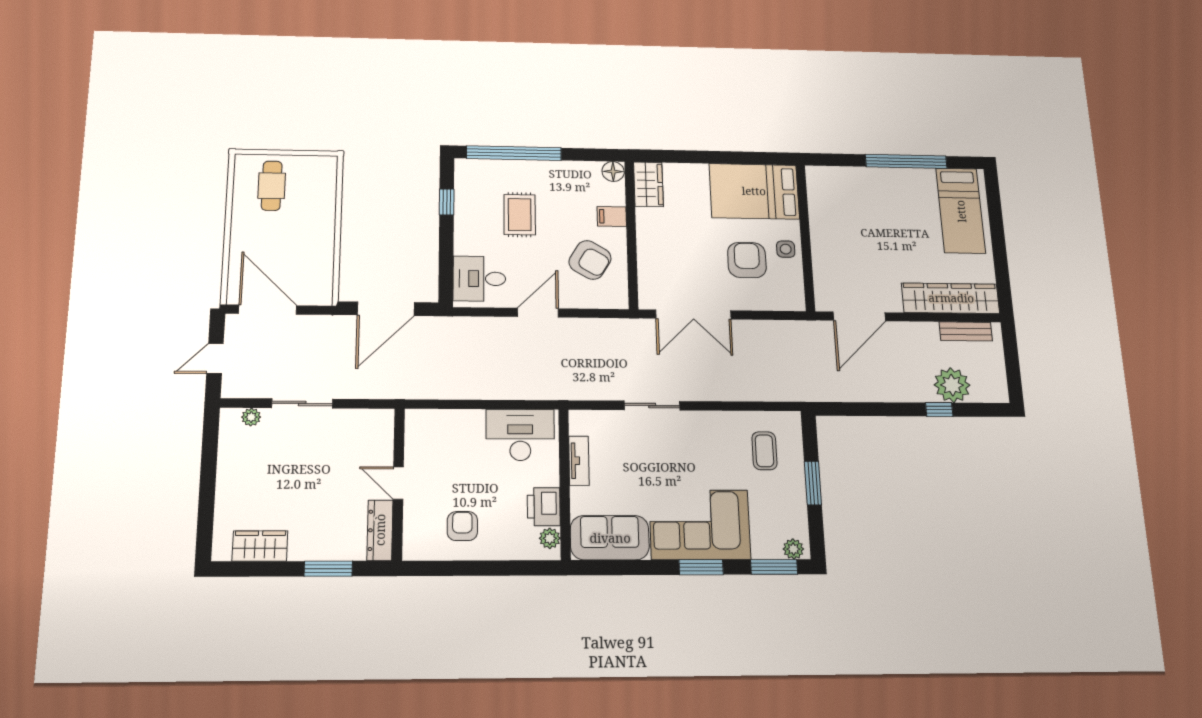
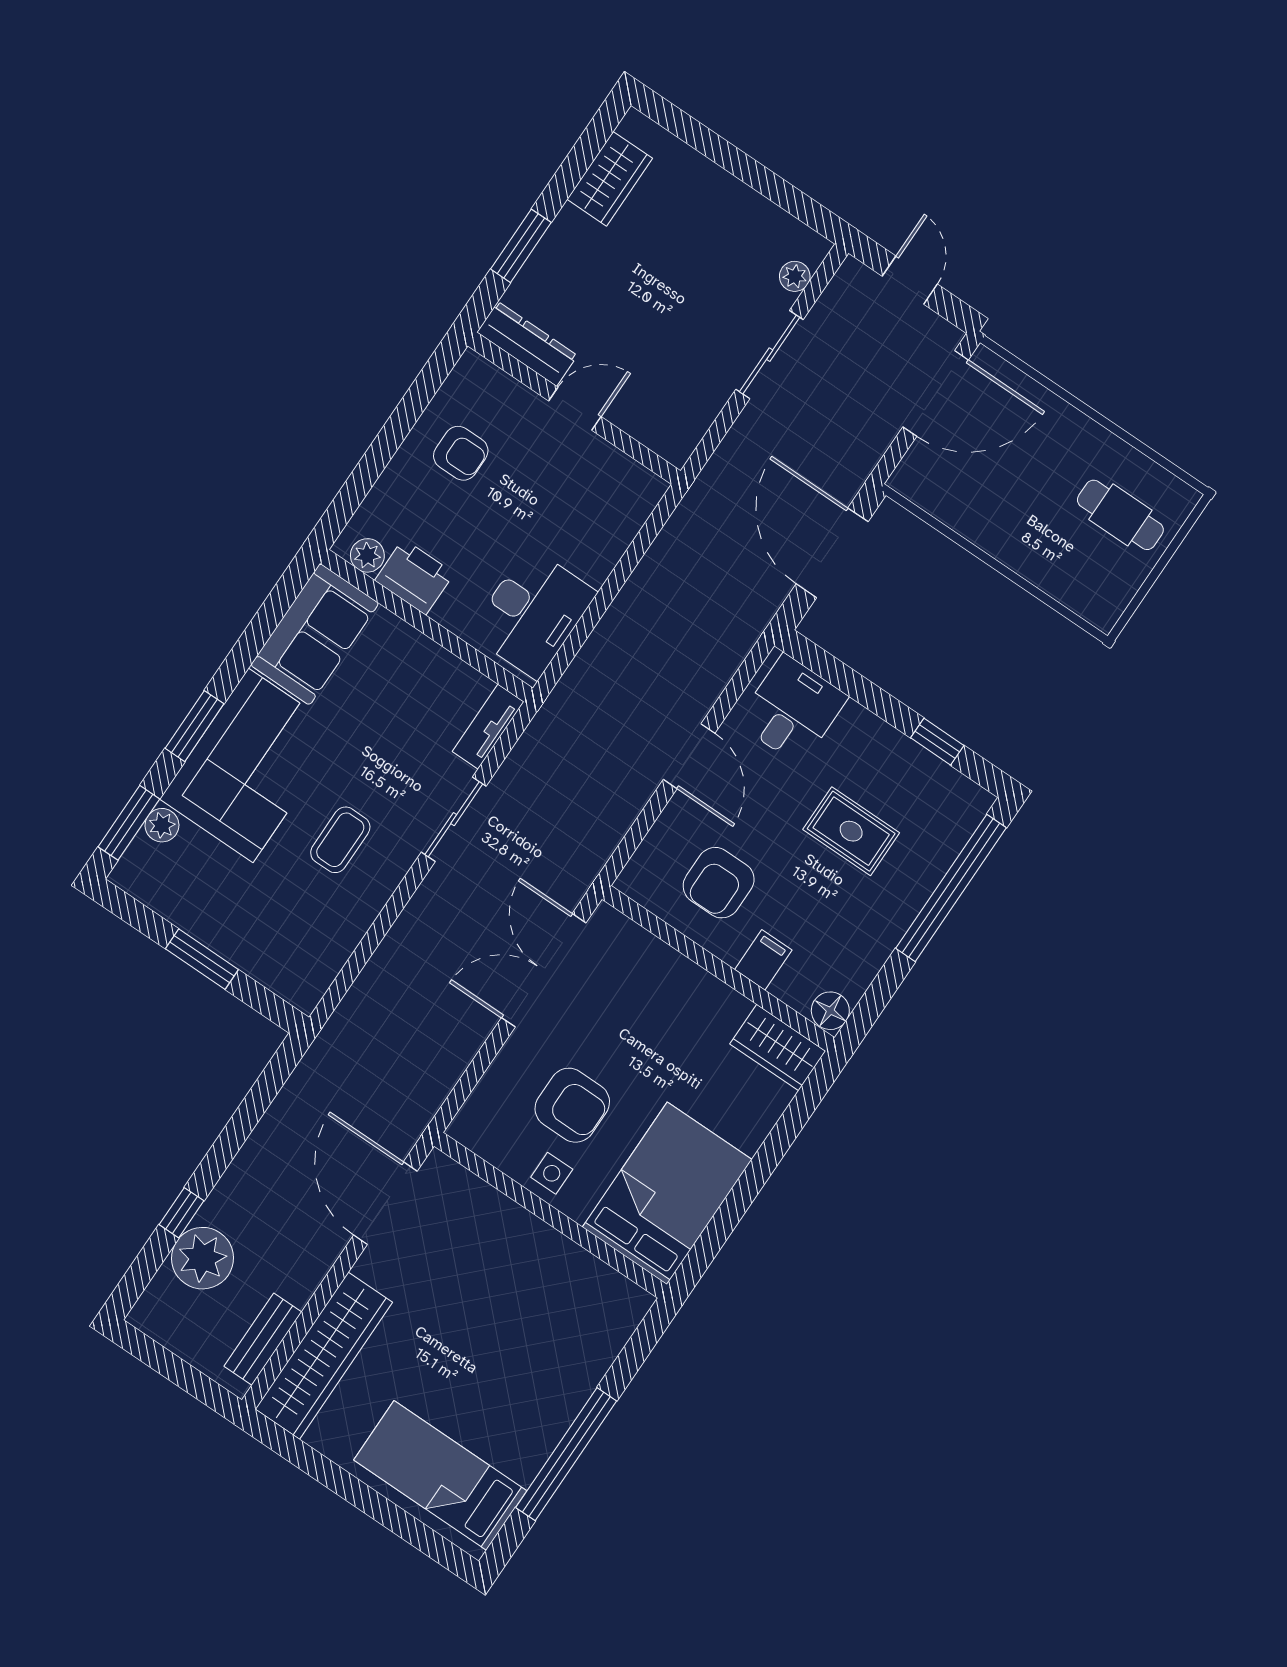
armchair: (590, 260) -> (719, 883), turned -31
coffee table: (764, 451) -> (340, 840), moved, turned 90
tv unit: (579, 461) -> (488, 727), moved, turned 90
plant: (793, 549) -> (162, 825), moved

